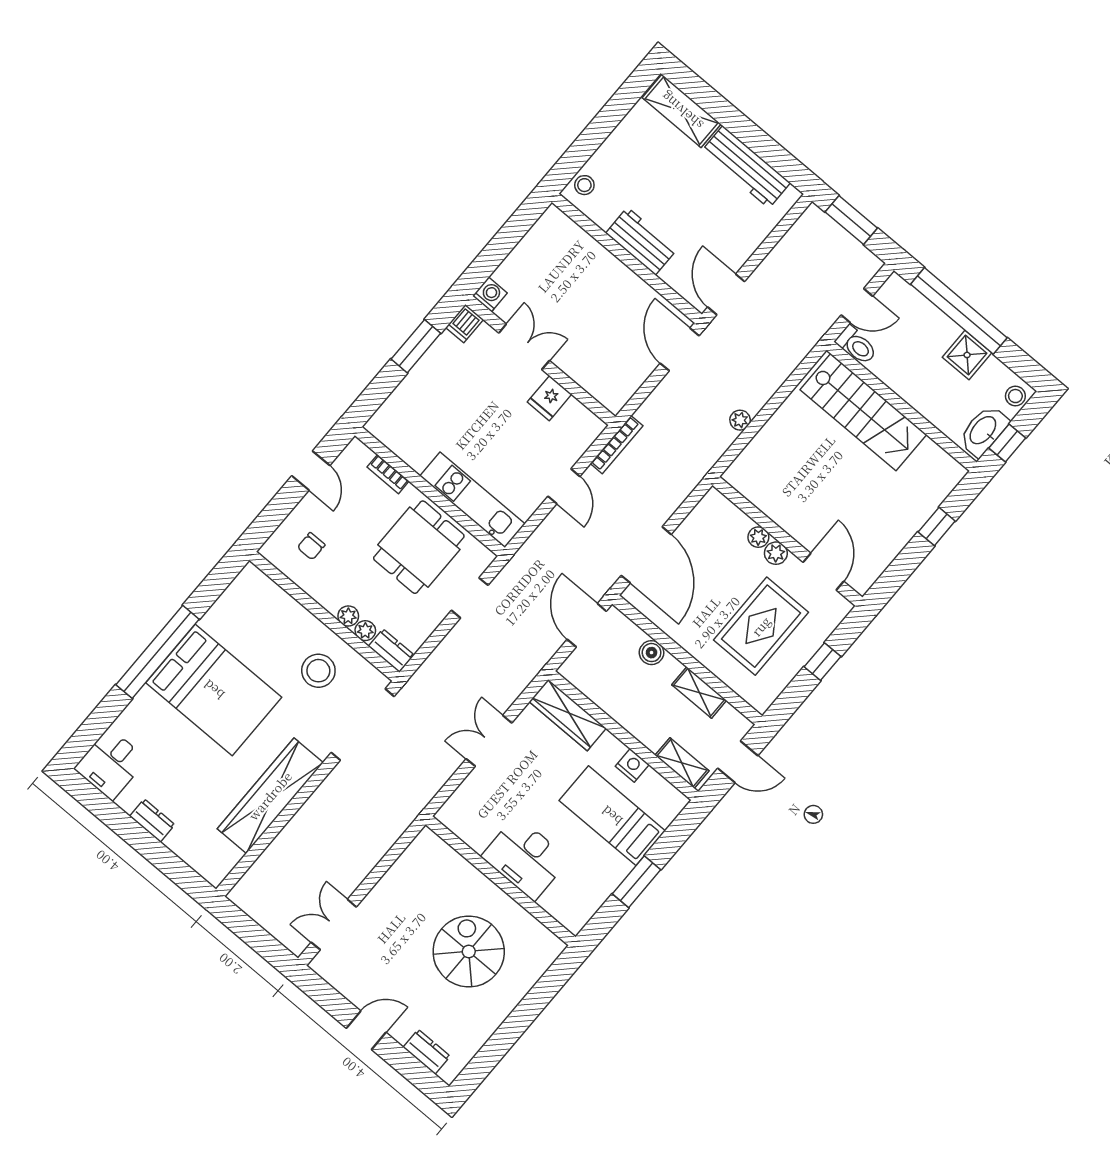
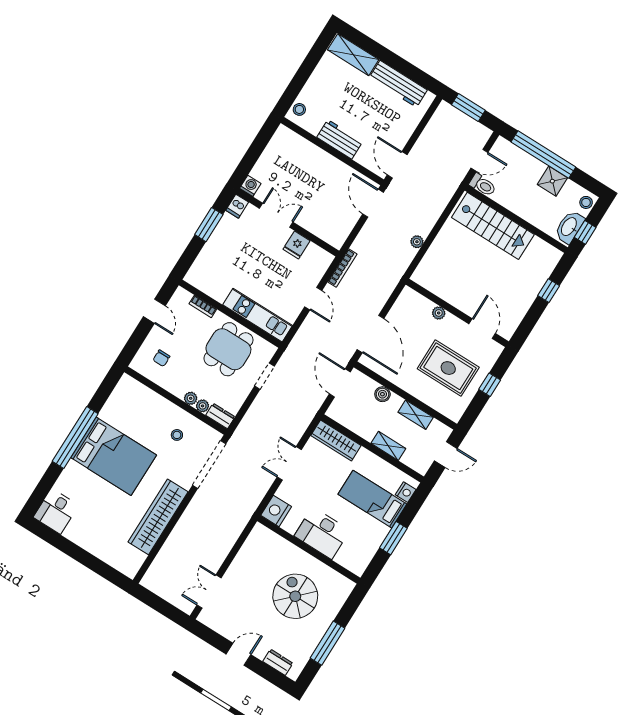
plant: (776, 553) -> (451, 321), removed
rug: (761, 626) -> (448, 368), turned 90
stool: (318, 671) -> (177, 435), width x0.53, depth x0.53
shelving: (682, 763) -> (388, 446), moved
nightstand: (632, 765) -> (406, 492), moved, turned 90
nightstand: (458, 813) -> (276, 511), added
dresser: (152, 820) -> (87, 543), removed
window: (509, 1033) -> (327, 643), added

